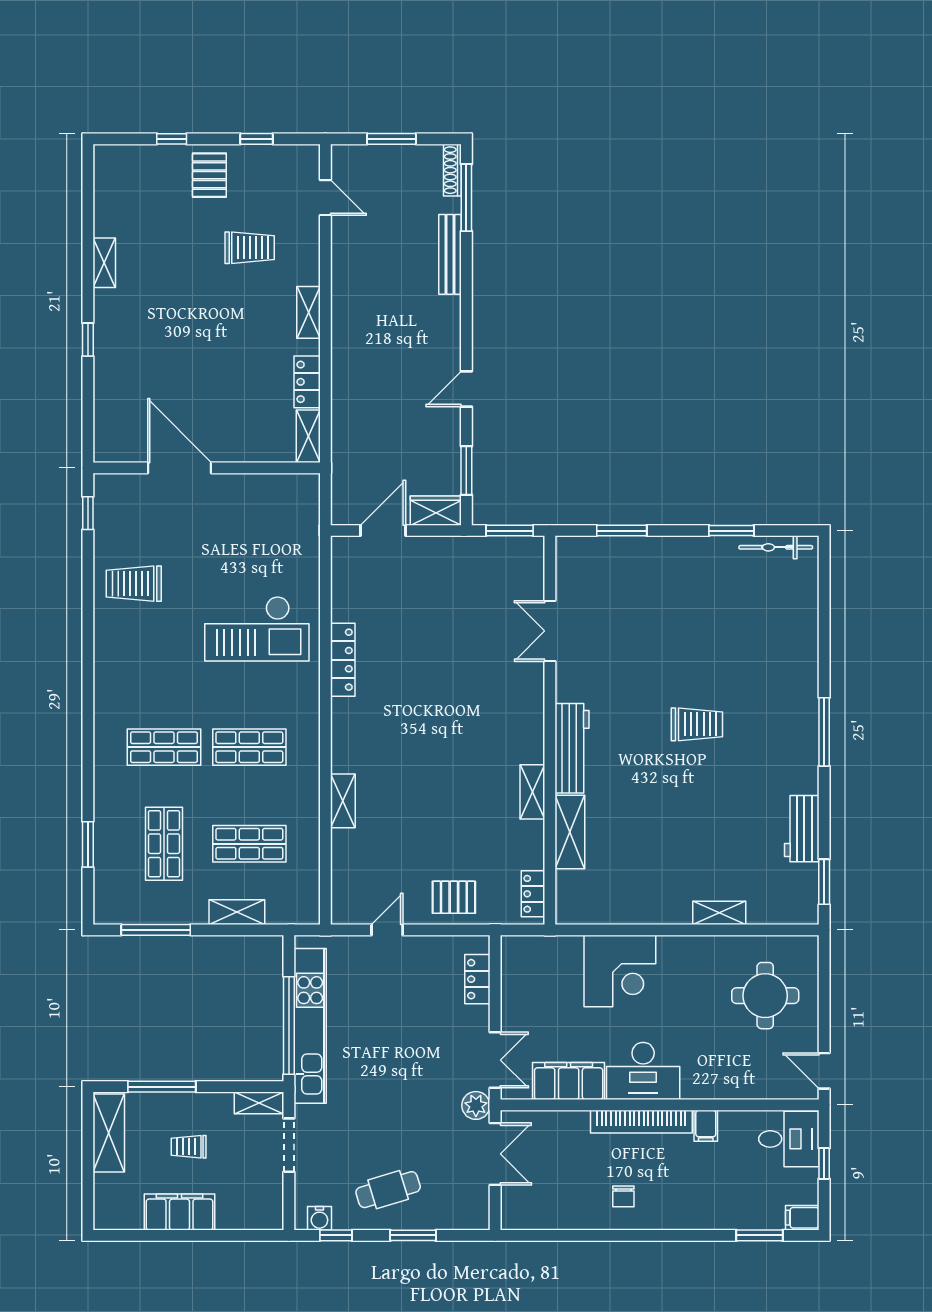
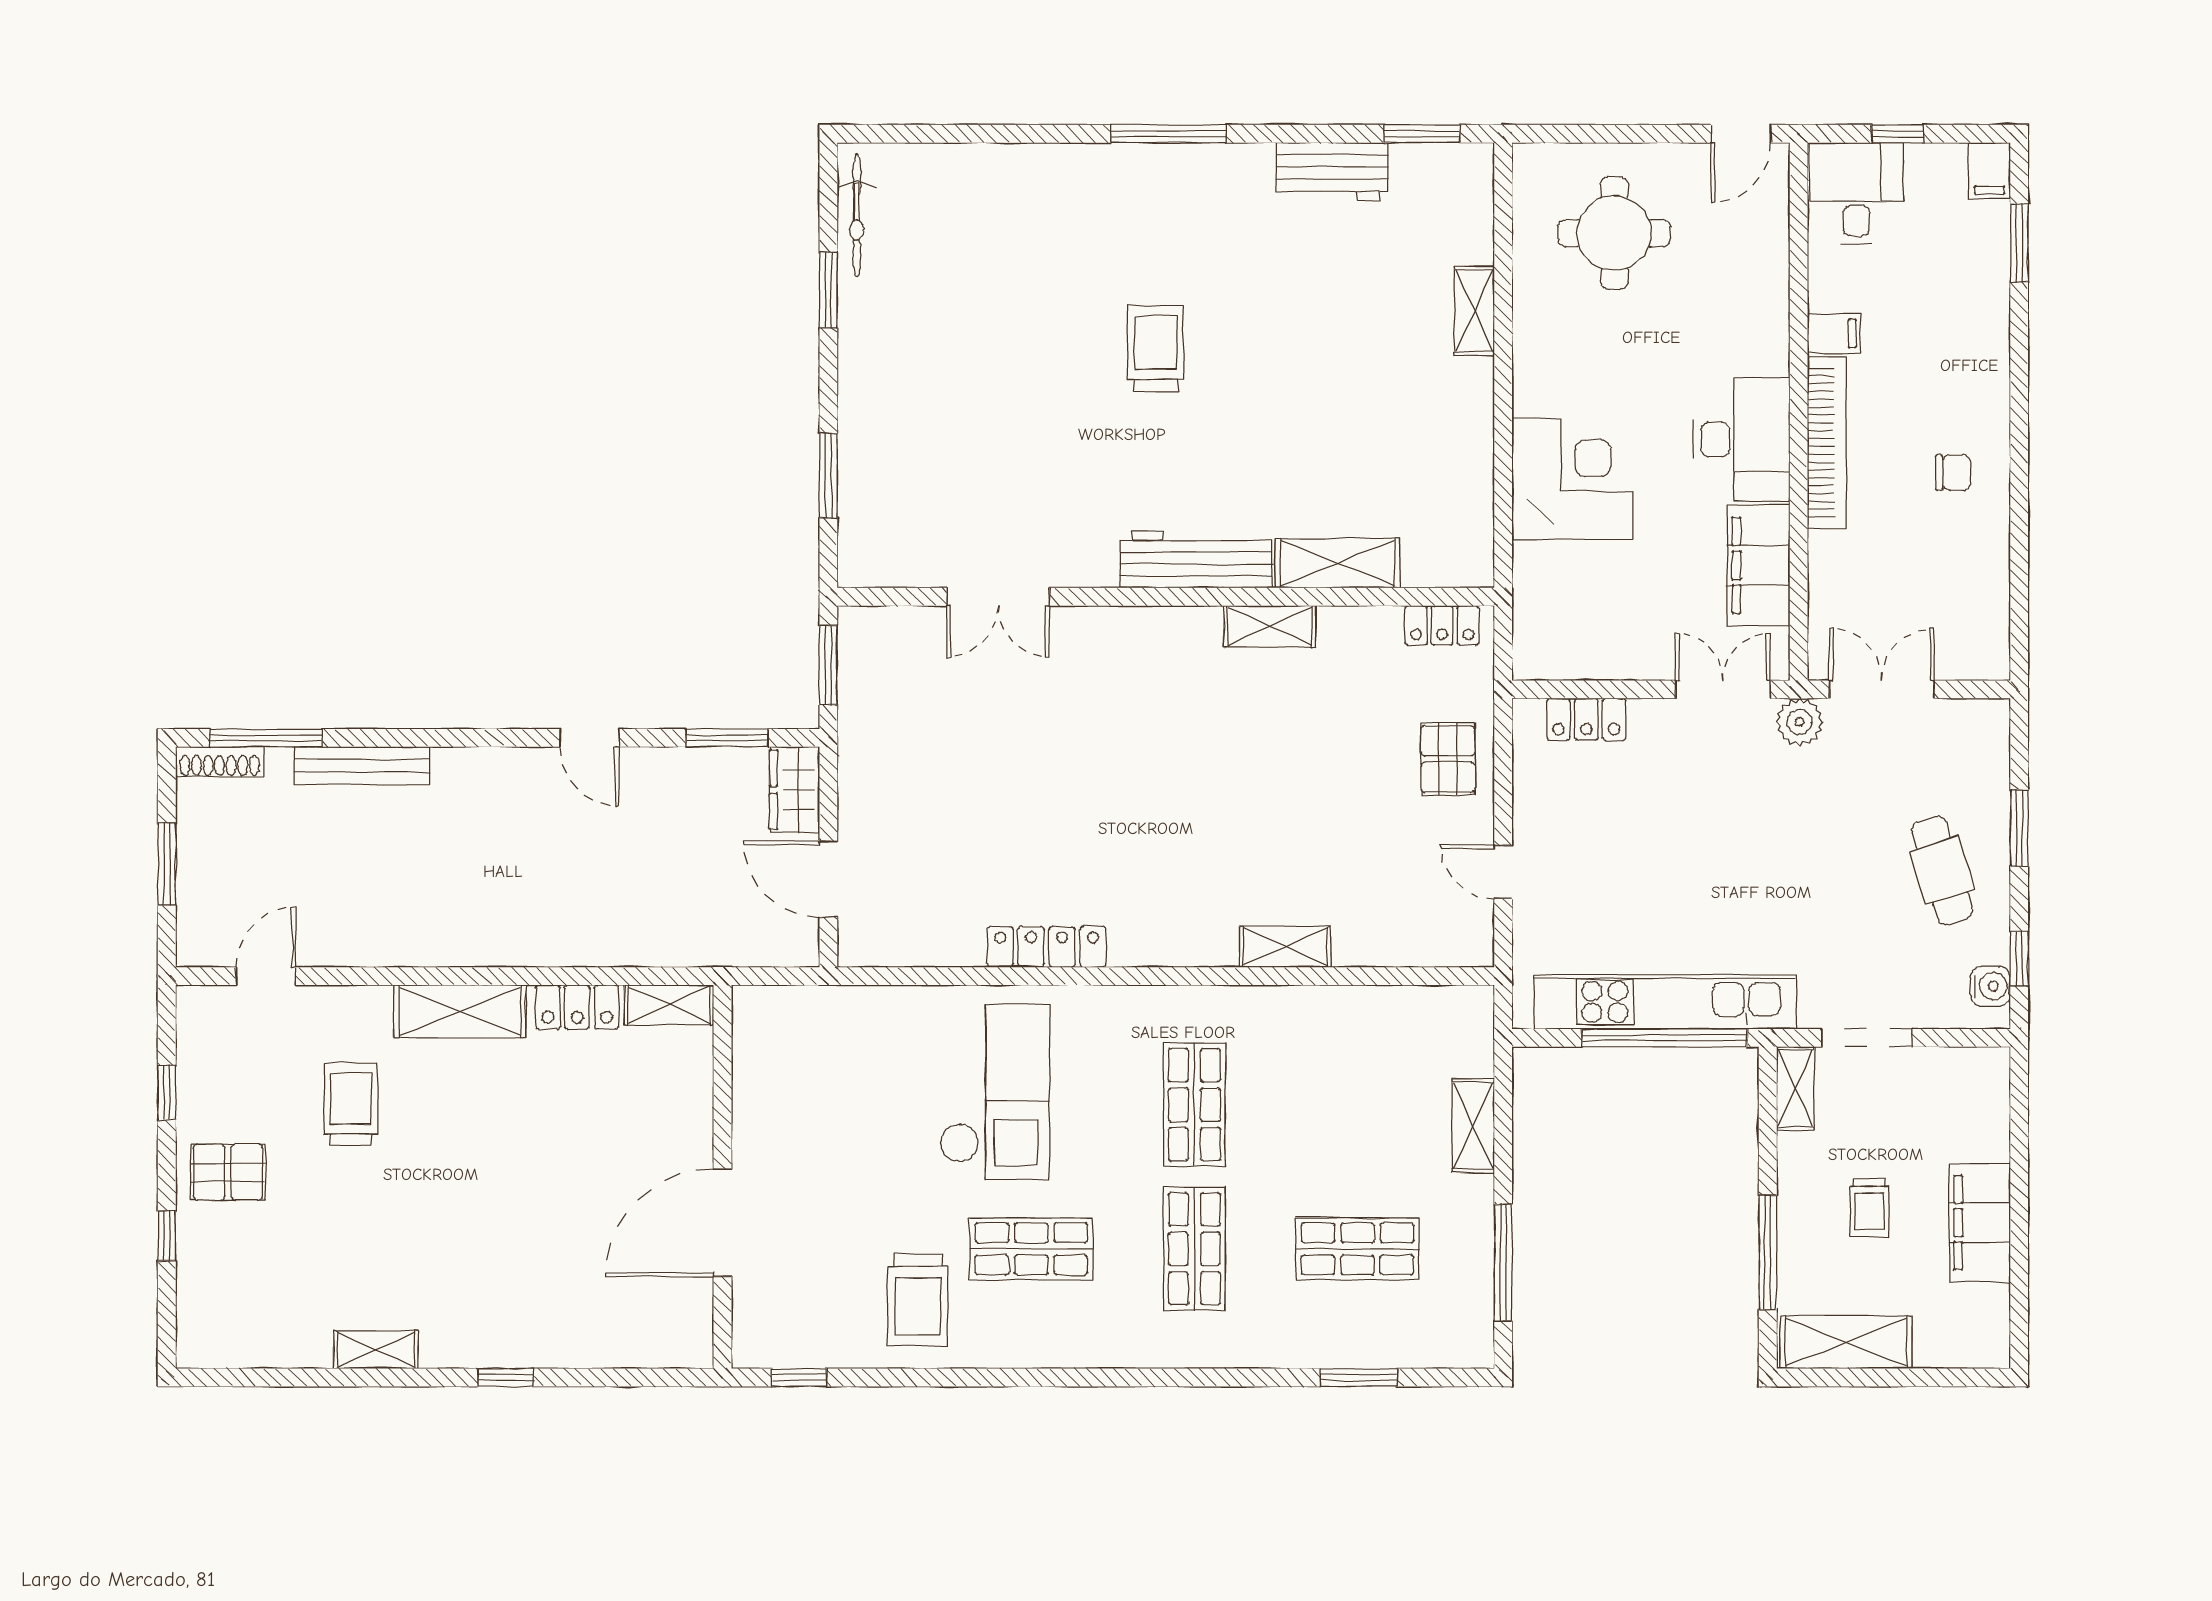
shelving: (308, 312) -> (460, 1011), width x1.50, depth x1.33
shop shelf: (249, 844) -> (1031, 1249), moved, turned 90

